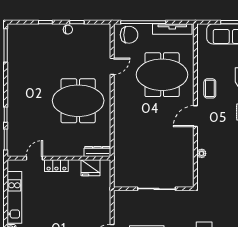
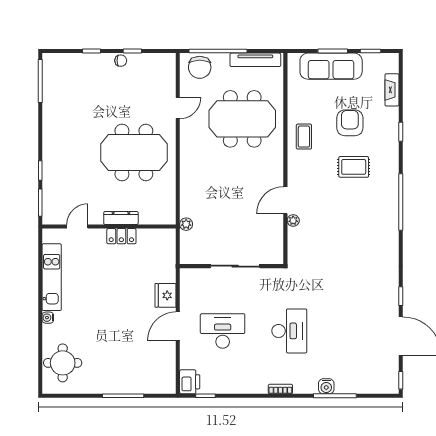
chair: (129, 35) -> (200, 67), turned 90
door: (195, 116) -> (285, 200), moved
dresser: (97, 152) -> (121, 218), moved
plant: (119, 156) -> (186, 224), added
locker: (56, 166) -> (121, 236), moved
fridge: (91, 168) -> (166, 295), moved, turned 90

